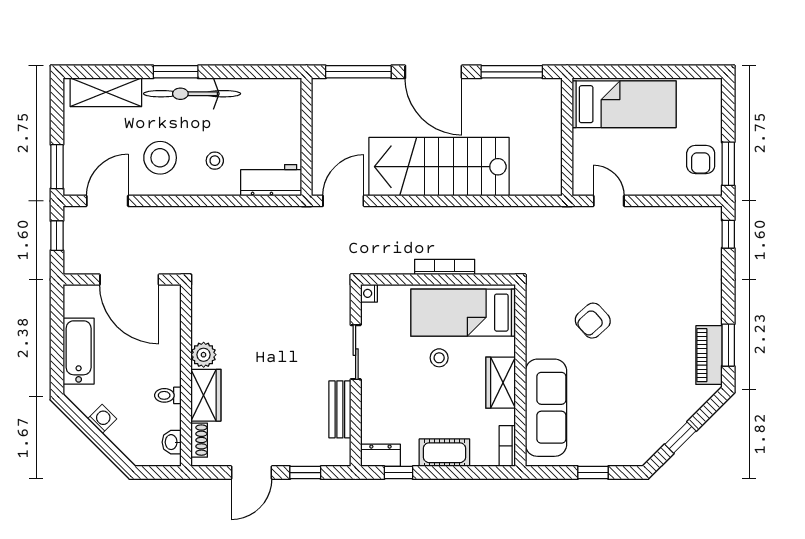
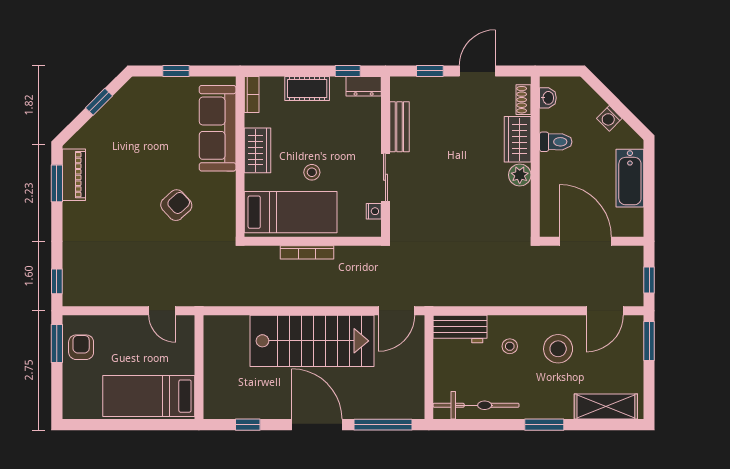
window: (512, 72) -> (248, 425), width x0.46
bicycle: (192, 94) -> (476, 405), moved
nightstand: (369, 293) -> (374, 211), moved
toilet: (168, 395) -> (556, 142), width x1.37, depth x1.39

